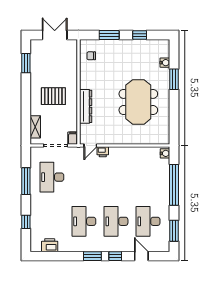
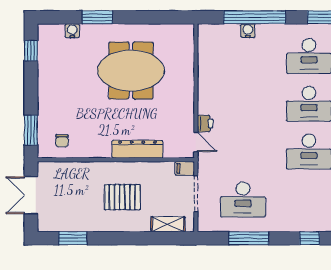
window: (109, 35) -> (31, 130), moved
window: (140, 35) -> (31, 50), moved
pallet: (53, 96) -> (122, 197), turned 90
water cooler: (165, 153) -> (248, 31), moved

